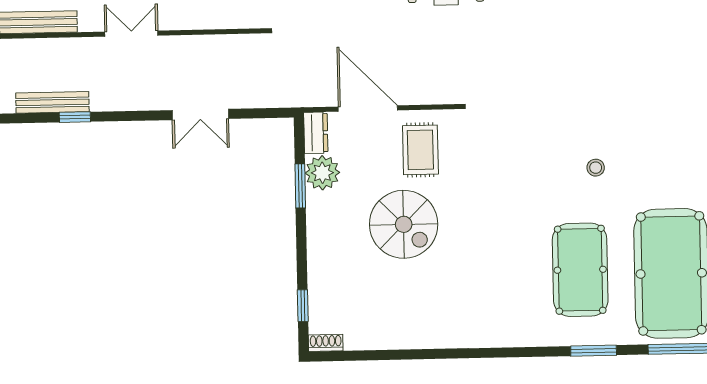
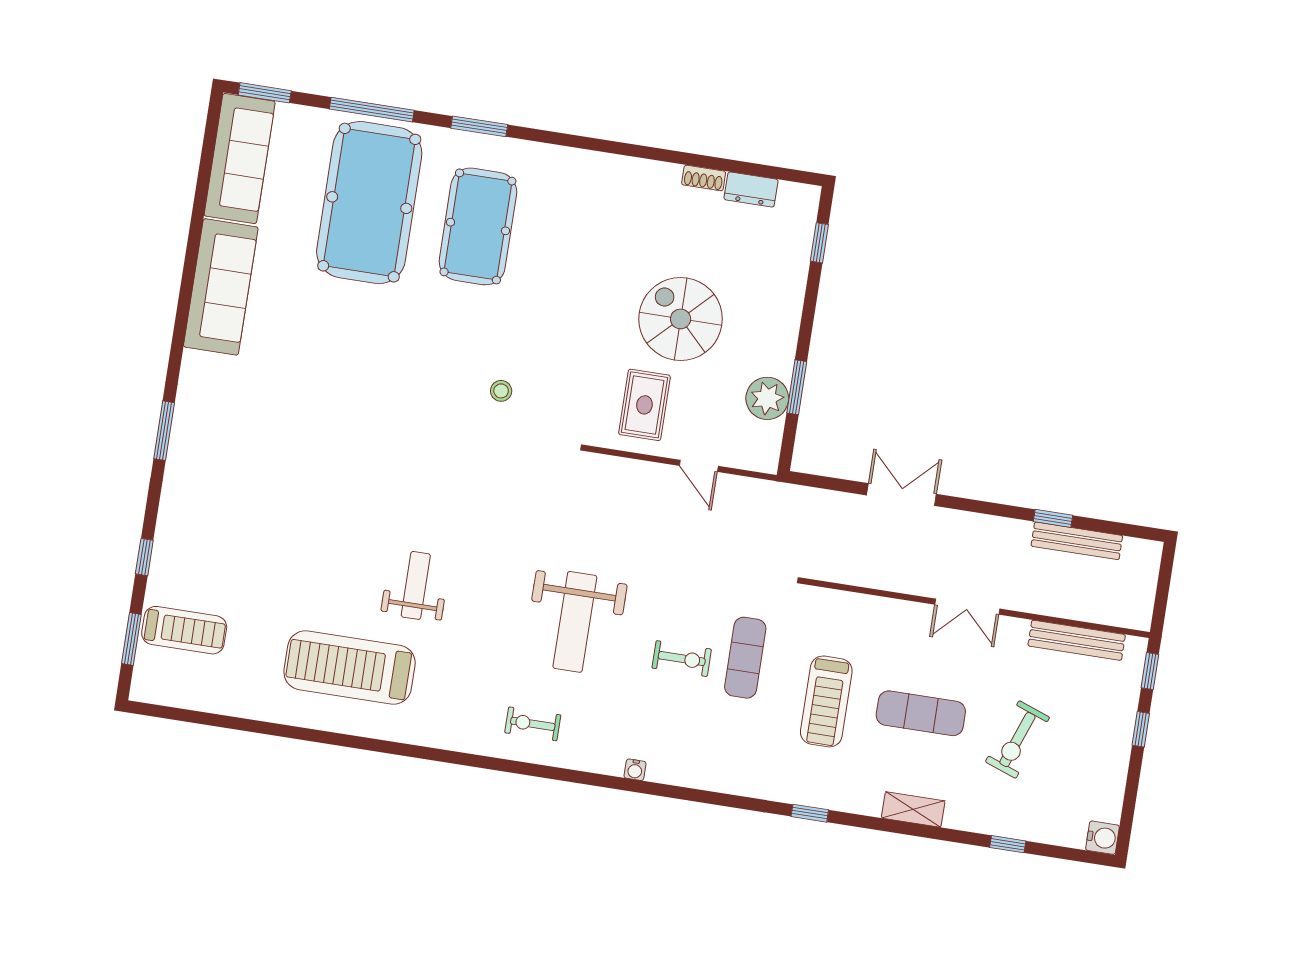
door: (368, 108) -> (699, 466), width x0.53
dresser: (316, 133) -> (751, 190), moved, turned -90
stool: (596, 168) -> (501, 391), moved
shoe rack: (326, 343) -> (704, 178), moved

